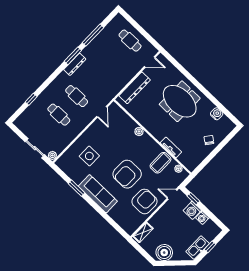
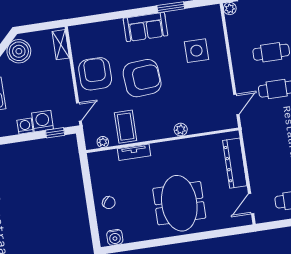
meeting table: (180, 101) -> (179, 203), turned 90
door: (102, 112) -> (236, 104), swing flipped
water cooler: (217, 114) -> (115, 237), moved
armchair: (127, 174) -> (142, 78), turned 86
sofa: (98, 194) -> (145, 27), width x0.73
armchair: (144, 201) -> (95, 74), turned 180

